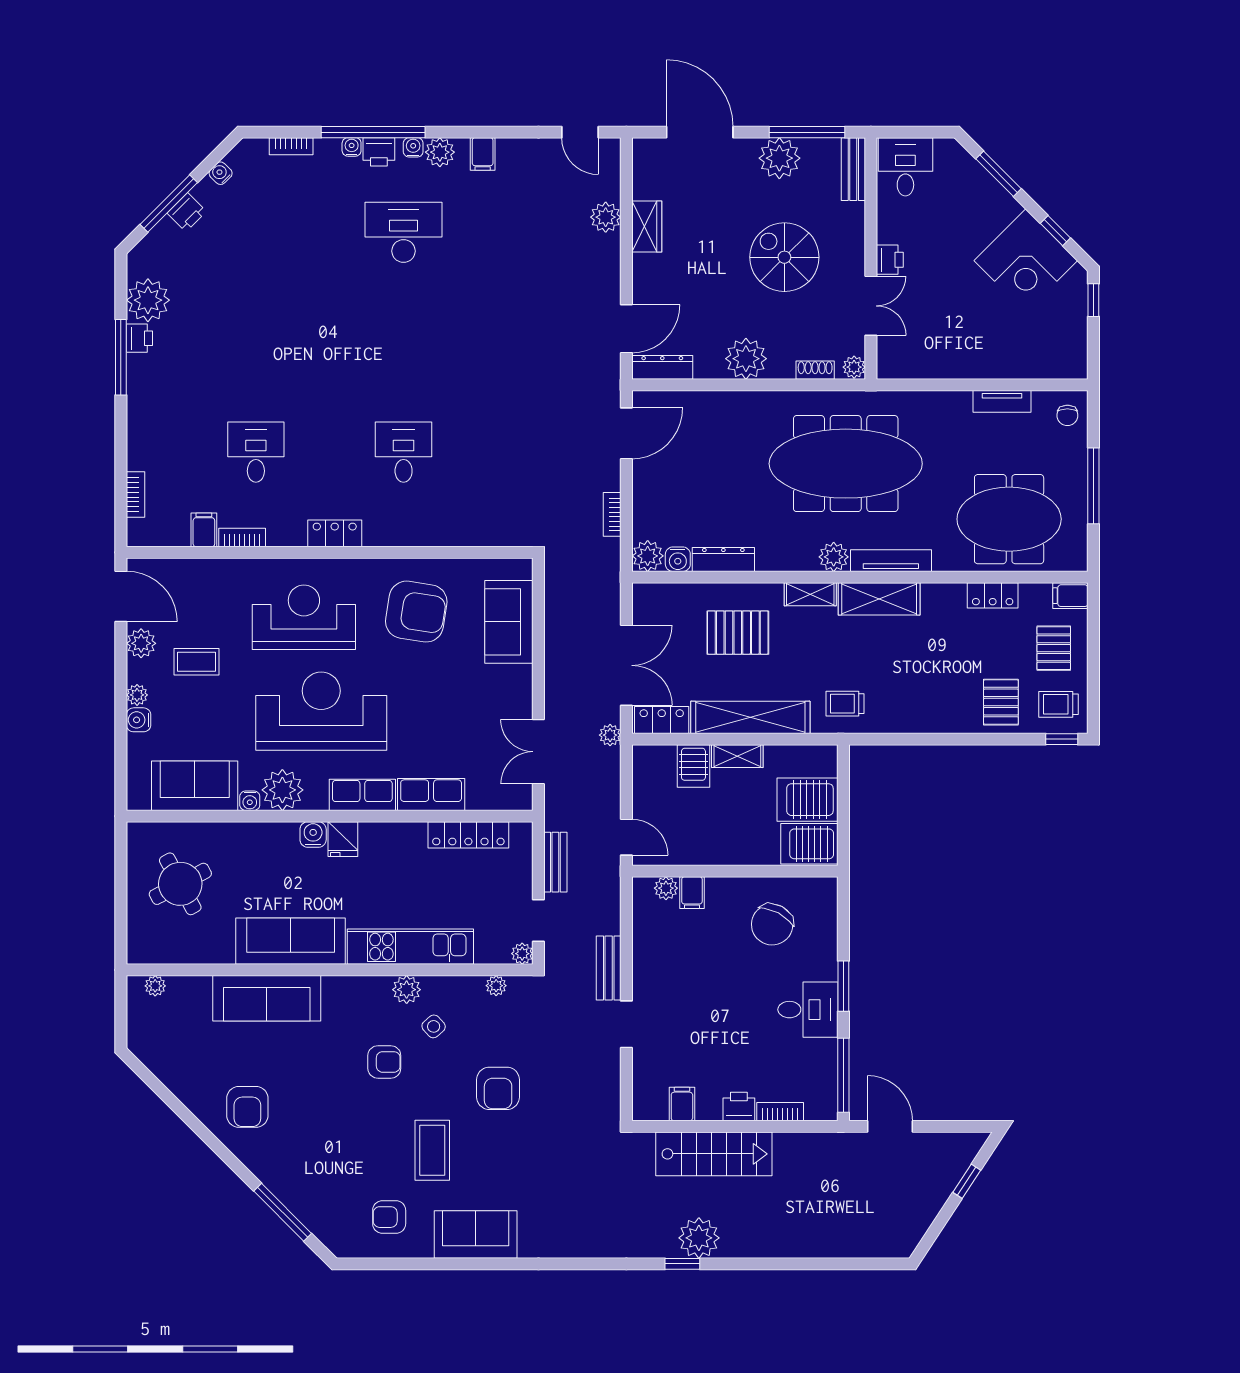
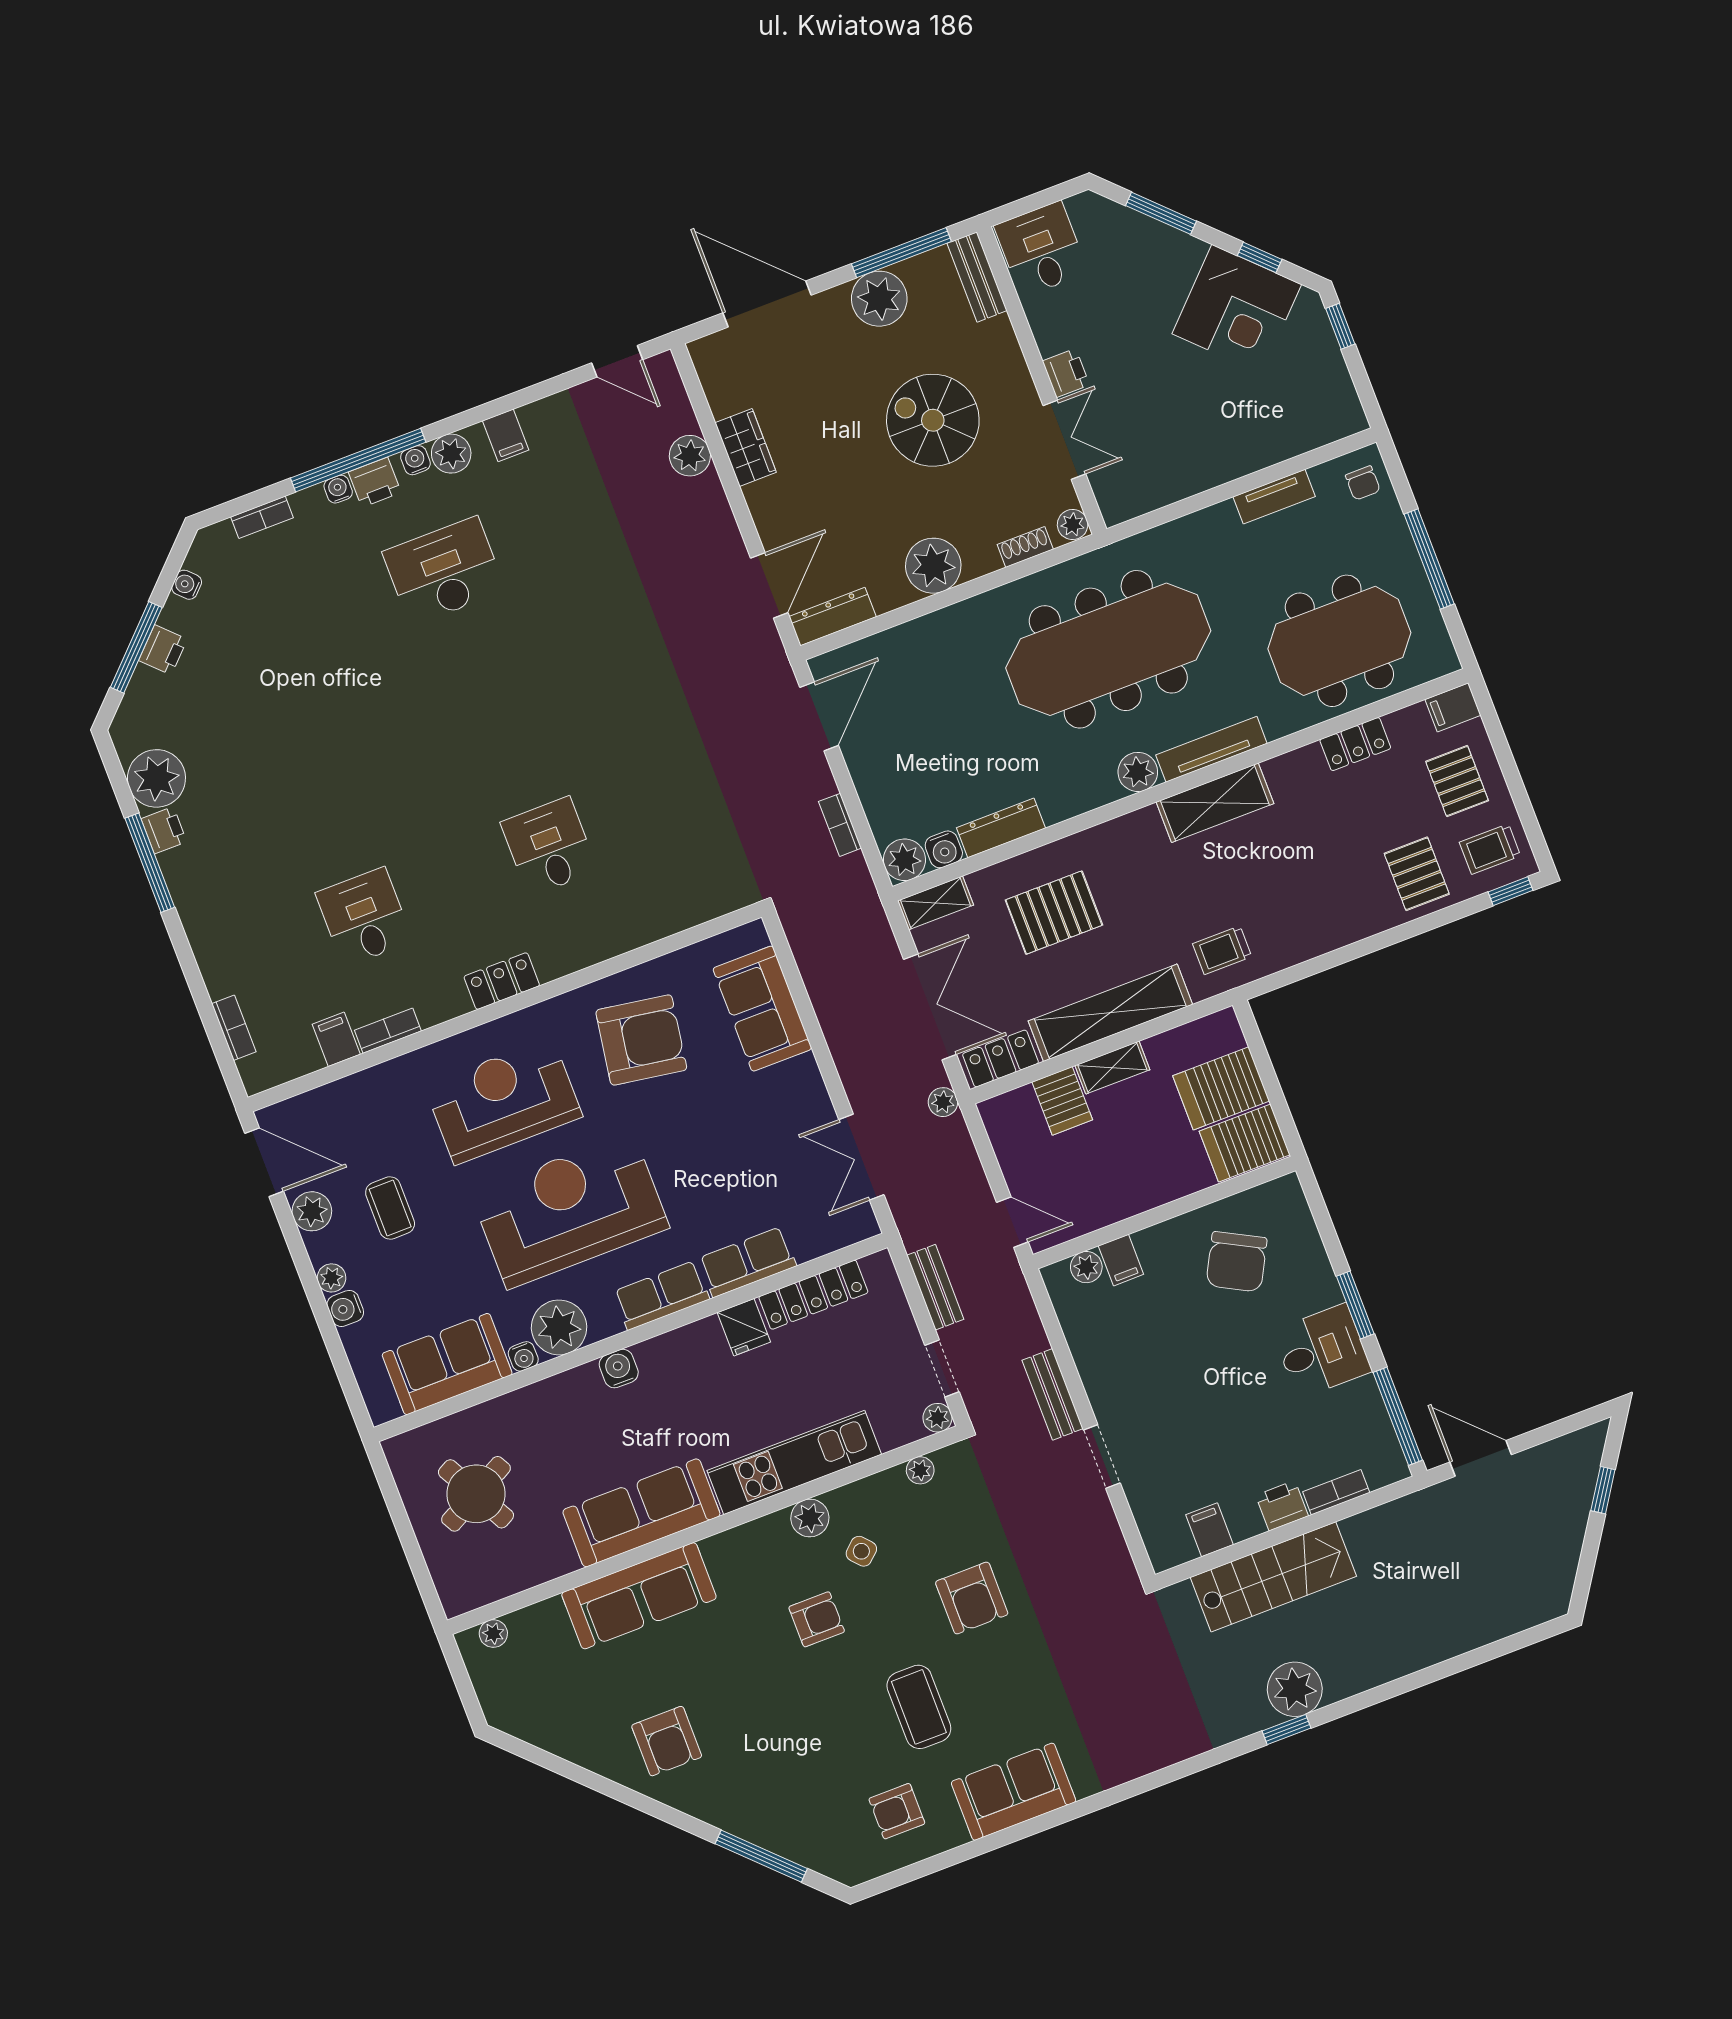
shelving: (810, 594) -> (935, 903), moved
coffee table: (196, 662) -> (390, 1208), turned 90
fridge: (343, 839) -> (744, 1327), moved

